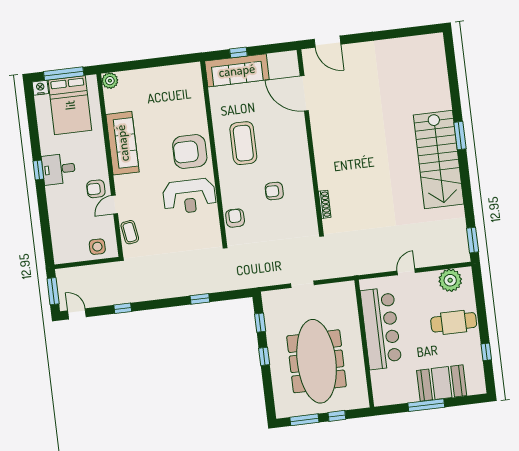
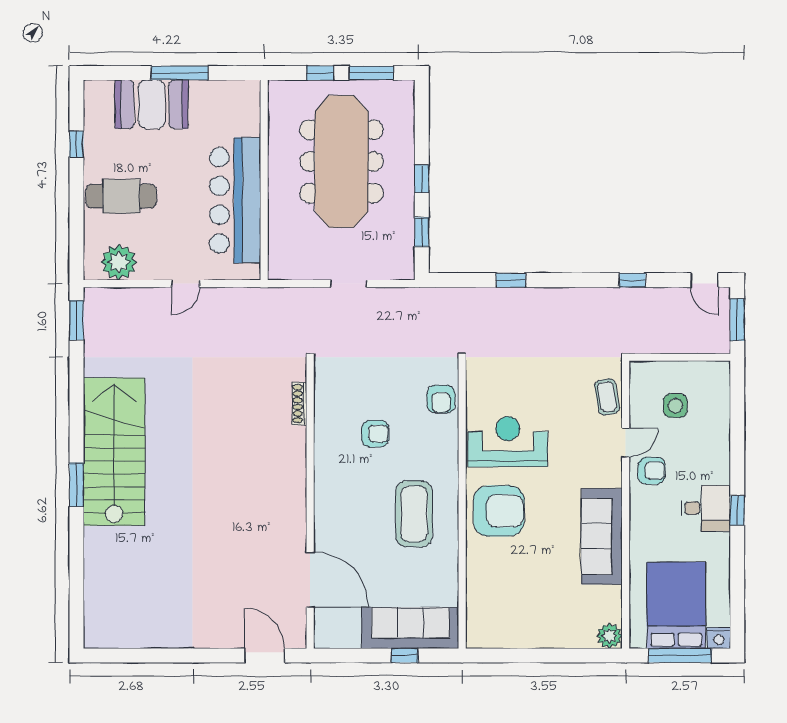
side table: (97, 247) -> (675, 406), moved

